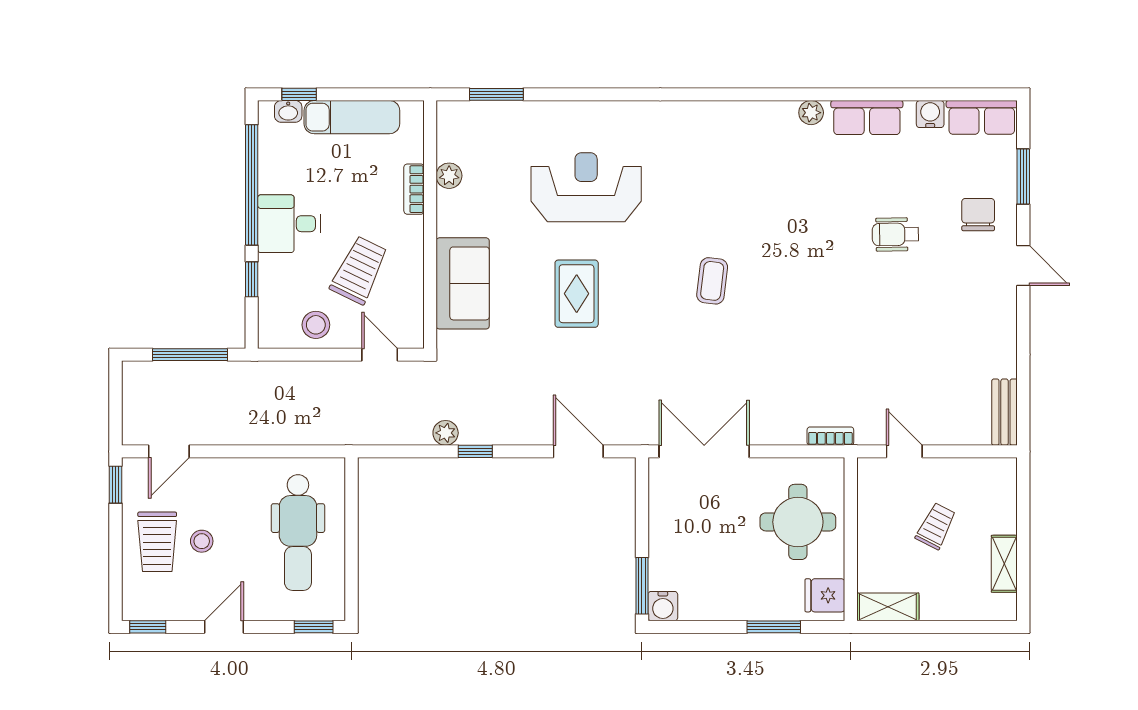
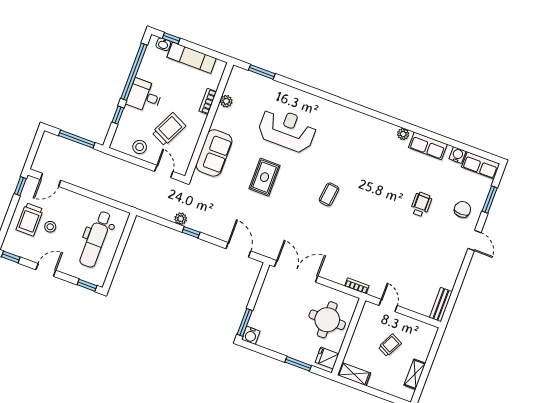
wheelchair: (895, 234) -> (421, 204), turned 91

